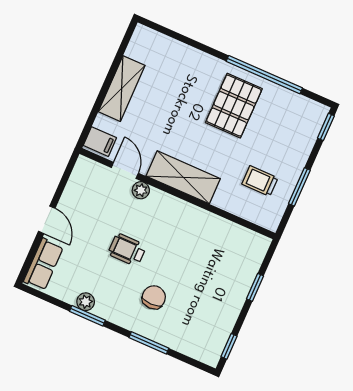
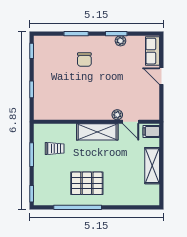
pallet: (234, 106) -> (87, 183), turned 90
wheelchair: (127, 250) -> (110, 79), removed

